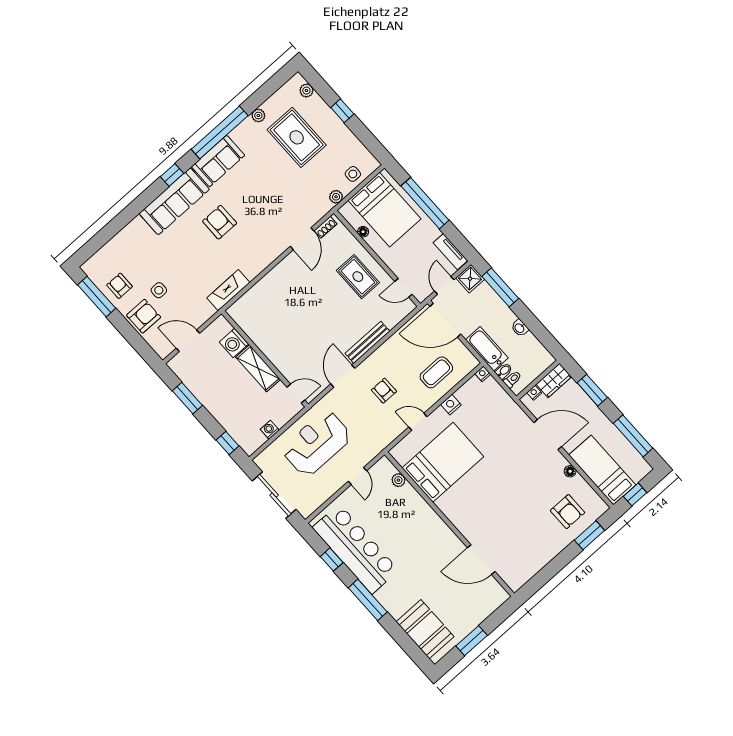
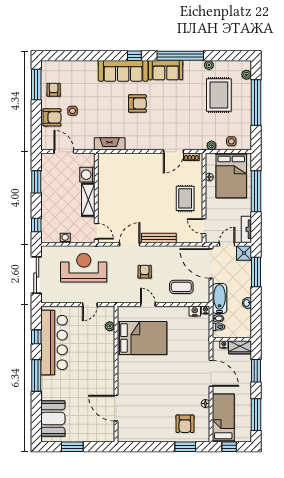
window: (342, 111) -> (256, 103), width x3.17
armchair: (220, 222) -> (137, 103), turned 90
nightstand: (451, 405) -> (195, 311), moved

